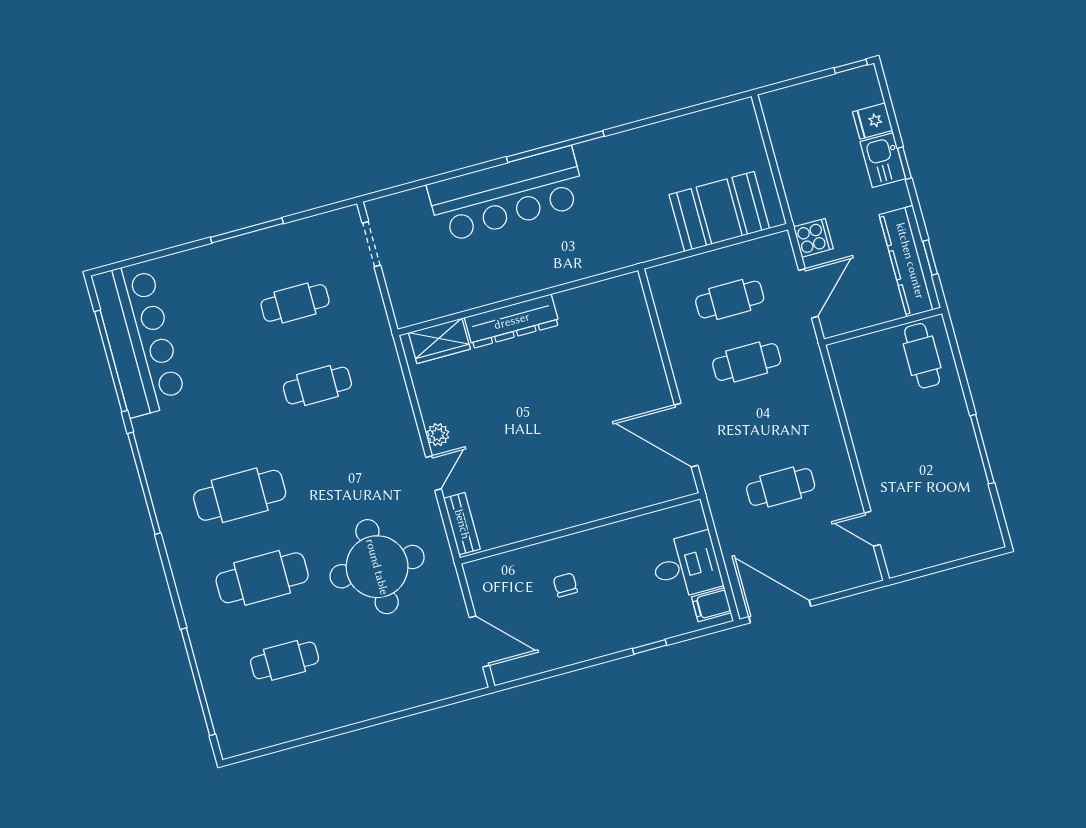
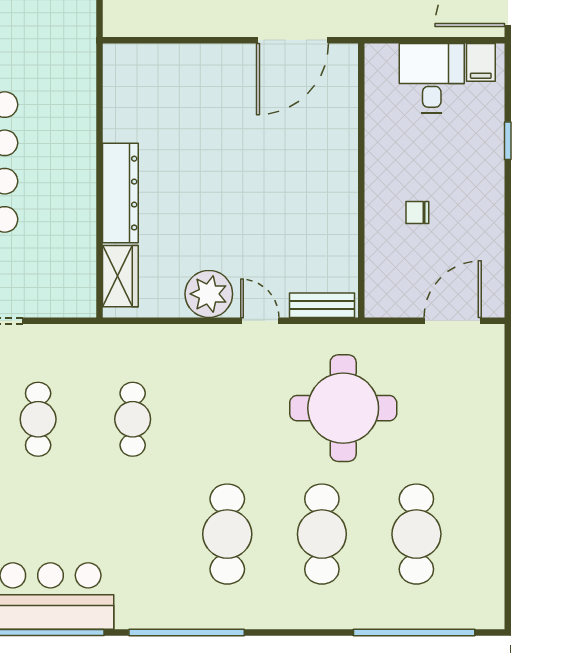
plant: (438, 435) -> (209, 294), width x1.87, depth x1.87
cafe table: (285, 660) -> (416, 534), width x1.37, depth x1.35

